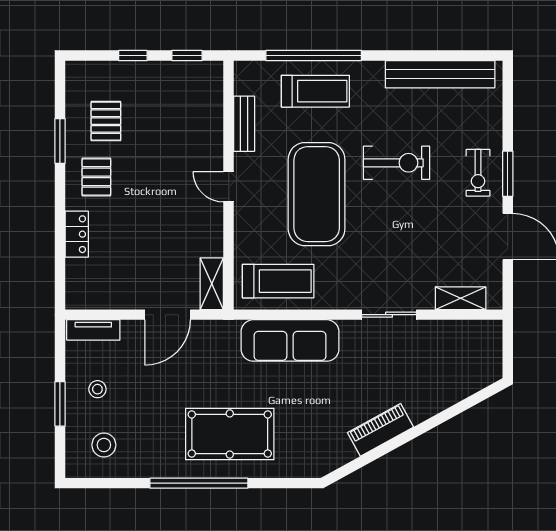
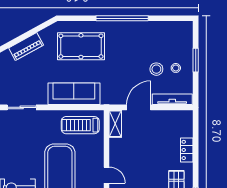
tv unit: (93, 330) -> (172, 99), width x1.41
pool table: (230, 434) -> (81, 46), moved
stool: (104, 445) -> (156, 69), moved

